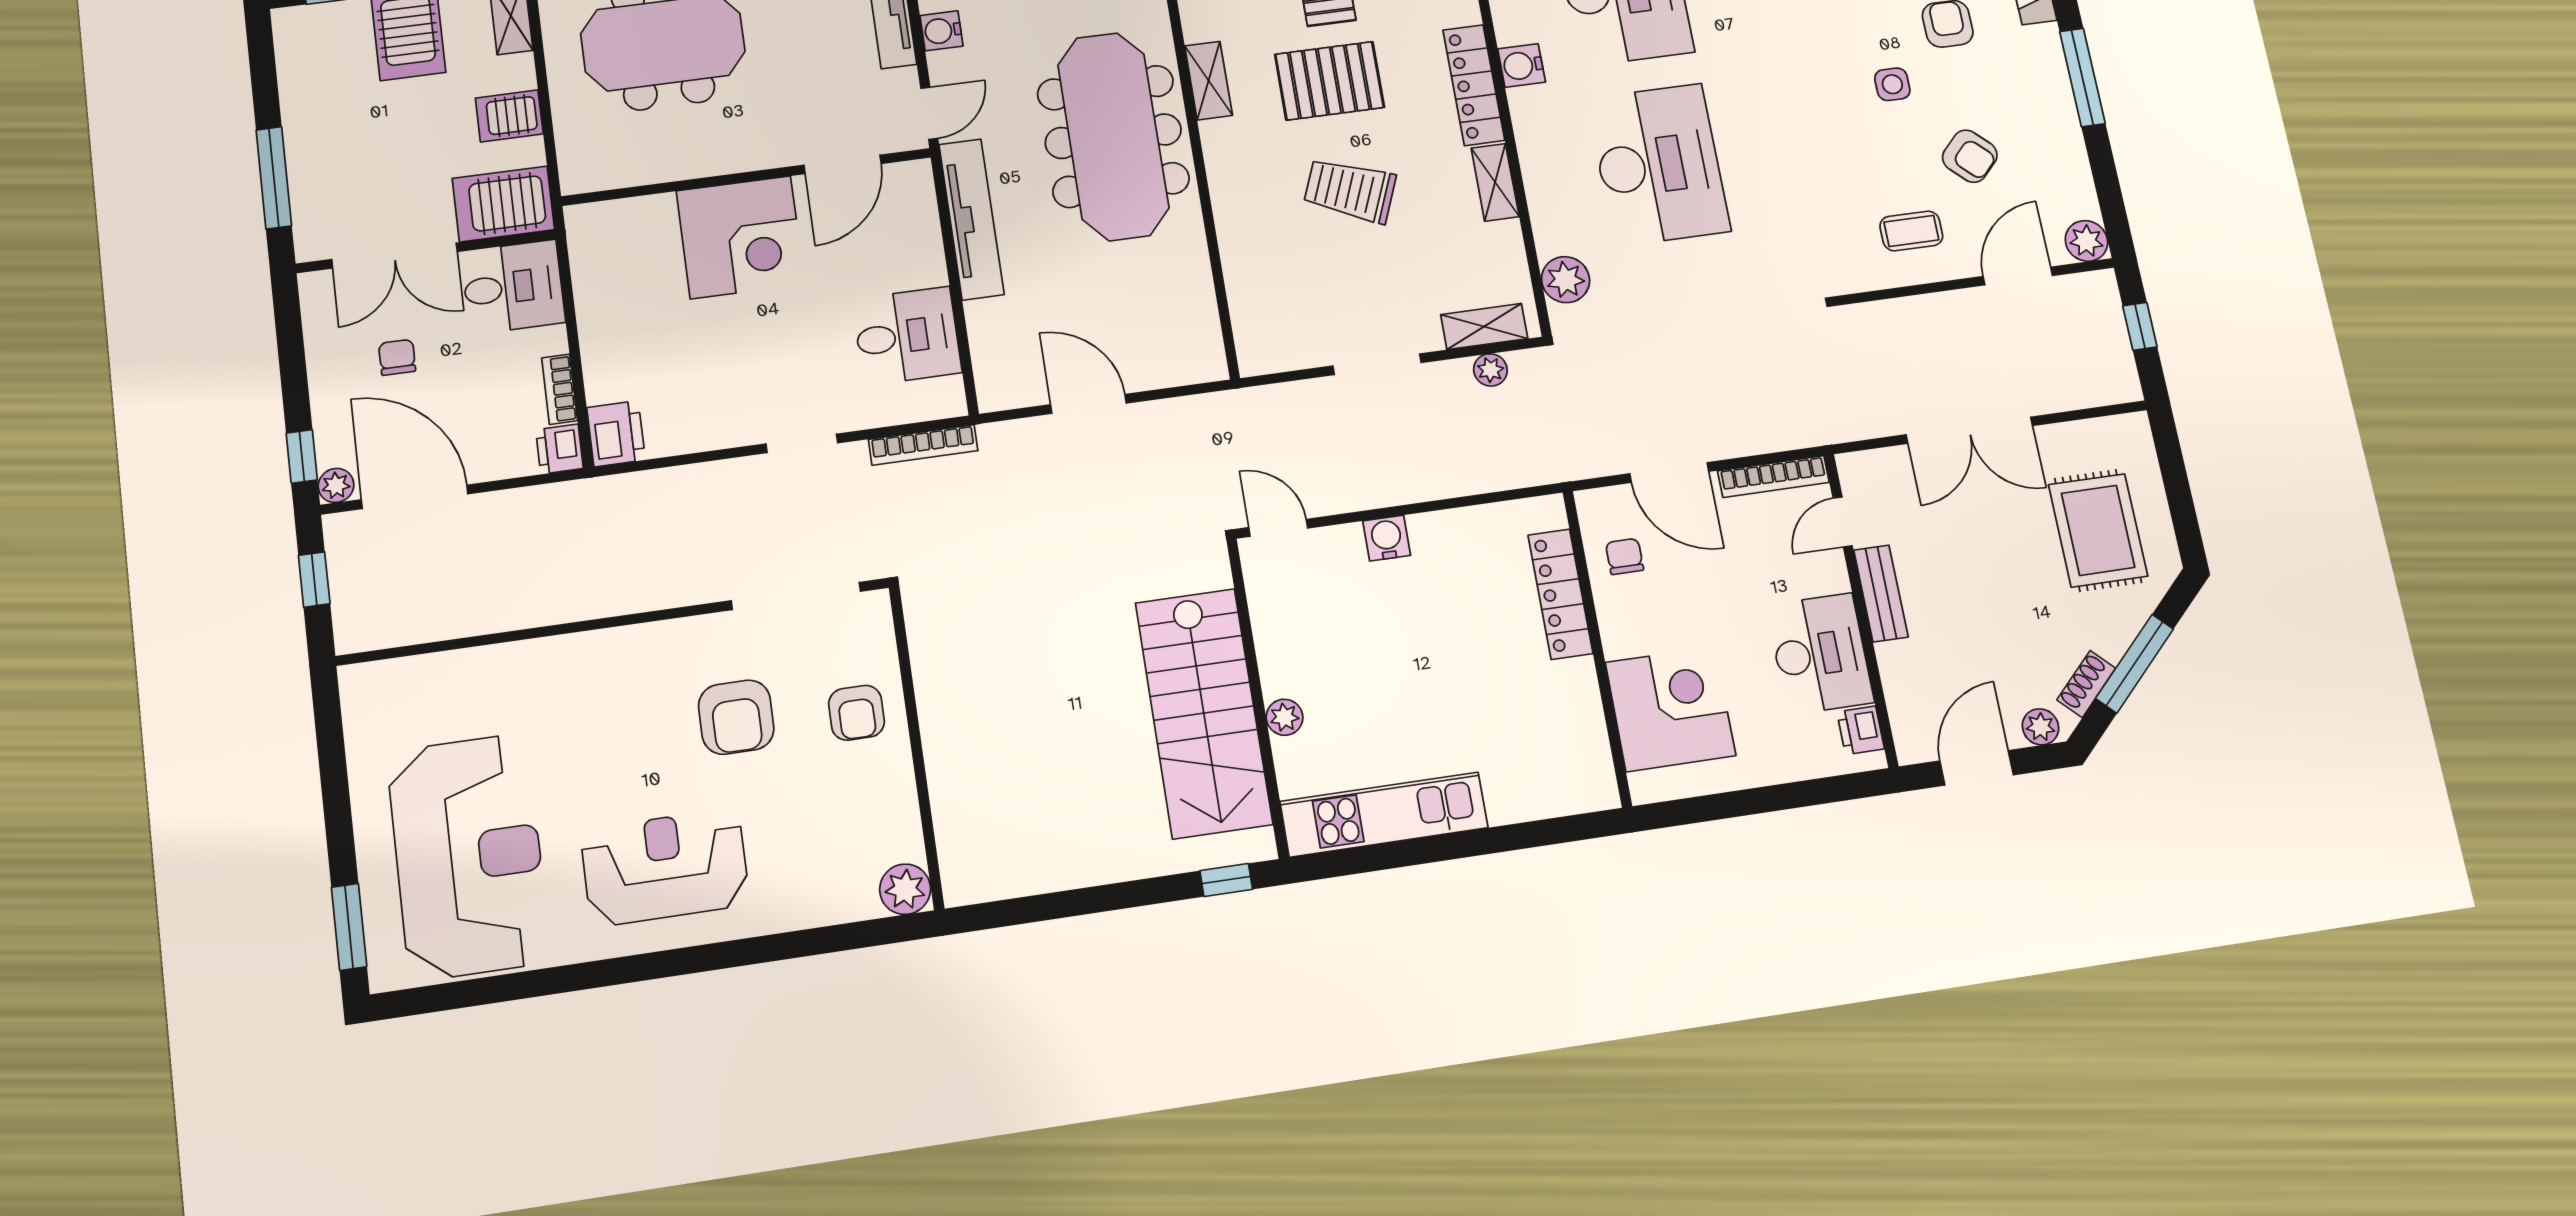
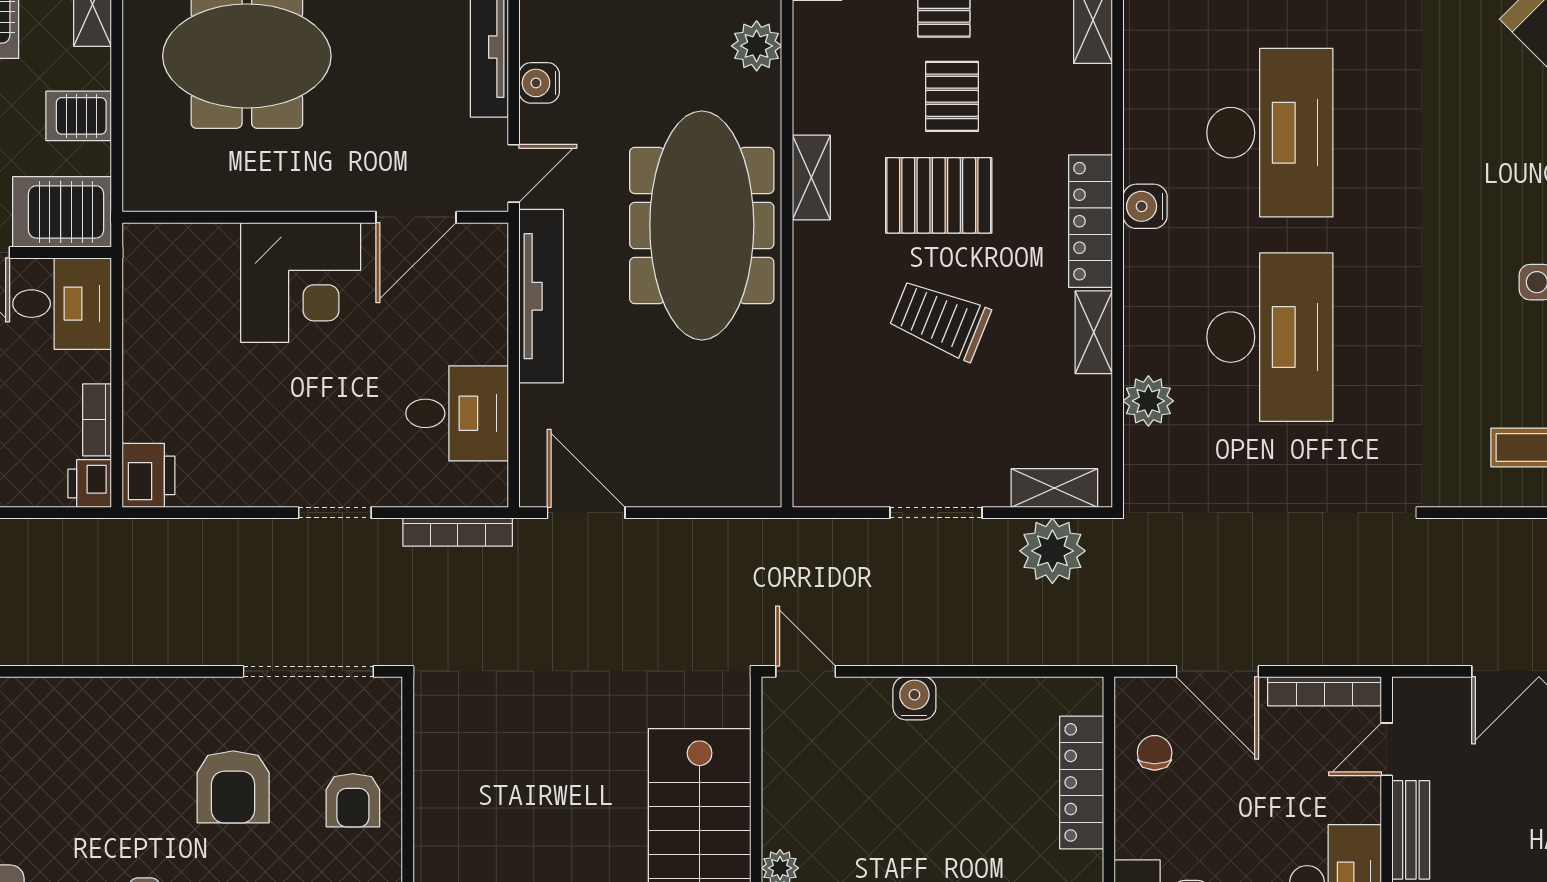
plant: (1566, 280) -> (1148, 401), moved
plant: (1490, 370) -> (1052, 551), width x1.88, depth x1.88
door: (1088, 404) -> (586, 513), moved

